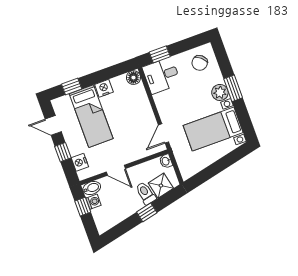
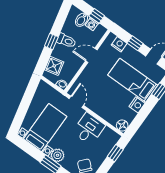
desk: (162, 76) -> (89, 129), moved
bidet: (92, 188) -> (82, 20), moved
toilet: (146, 193) -> (66, 41), moved

